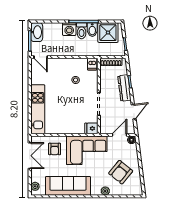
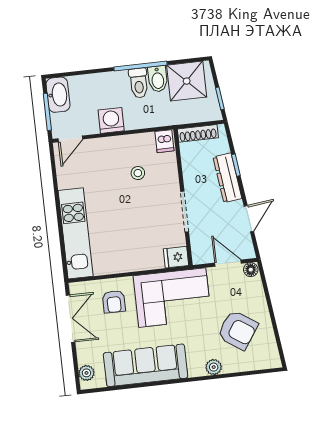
washing machine: (69, 29) -> (111, 120), moved, turned 180
door: (41, 57) -> (70, 139), hinge flipped
door: (119, 135) -> (228, 263), hinge flipped
armchair: (121, 172) -> (238, 330), turned -95

